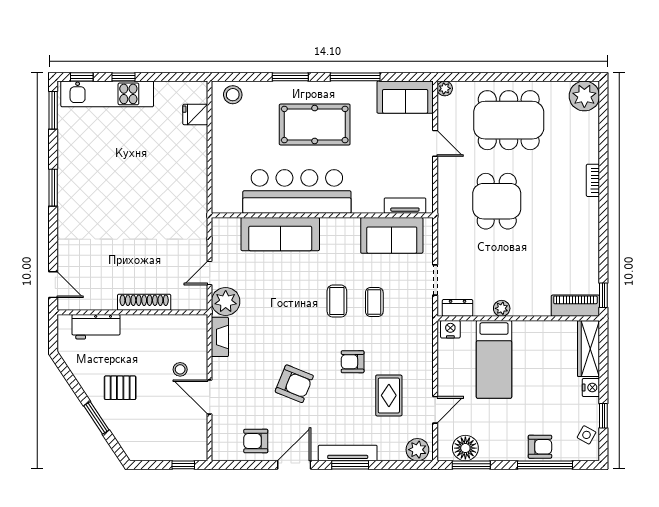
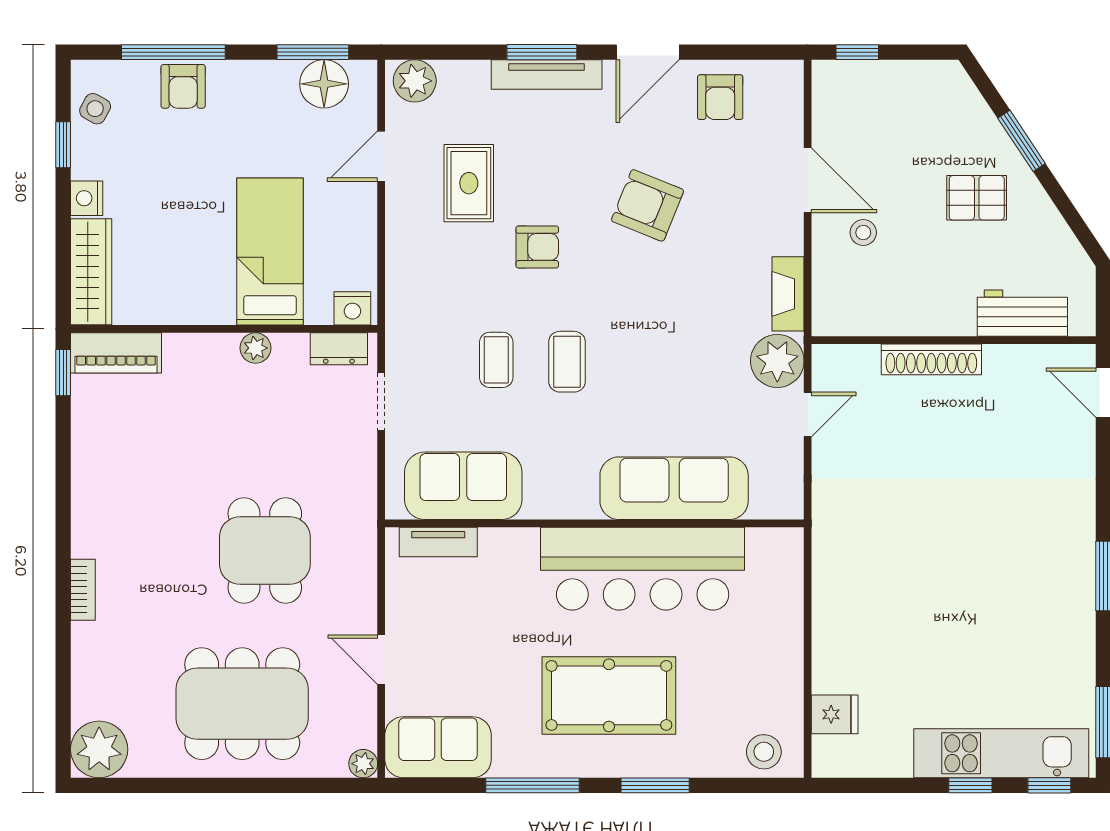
armchair: (256, 441) -> (720, 97), turned 90
armchair: (540, 447) -> (183, 86), turned -90

